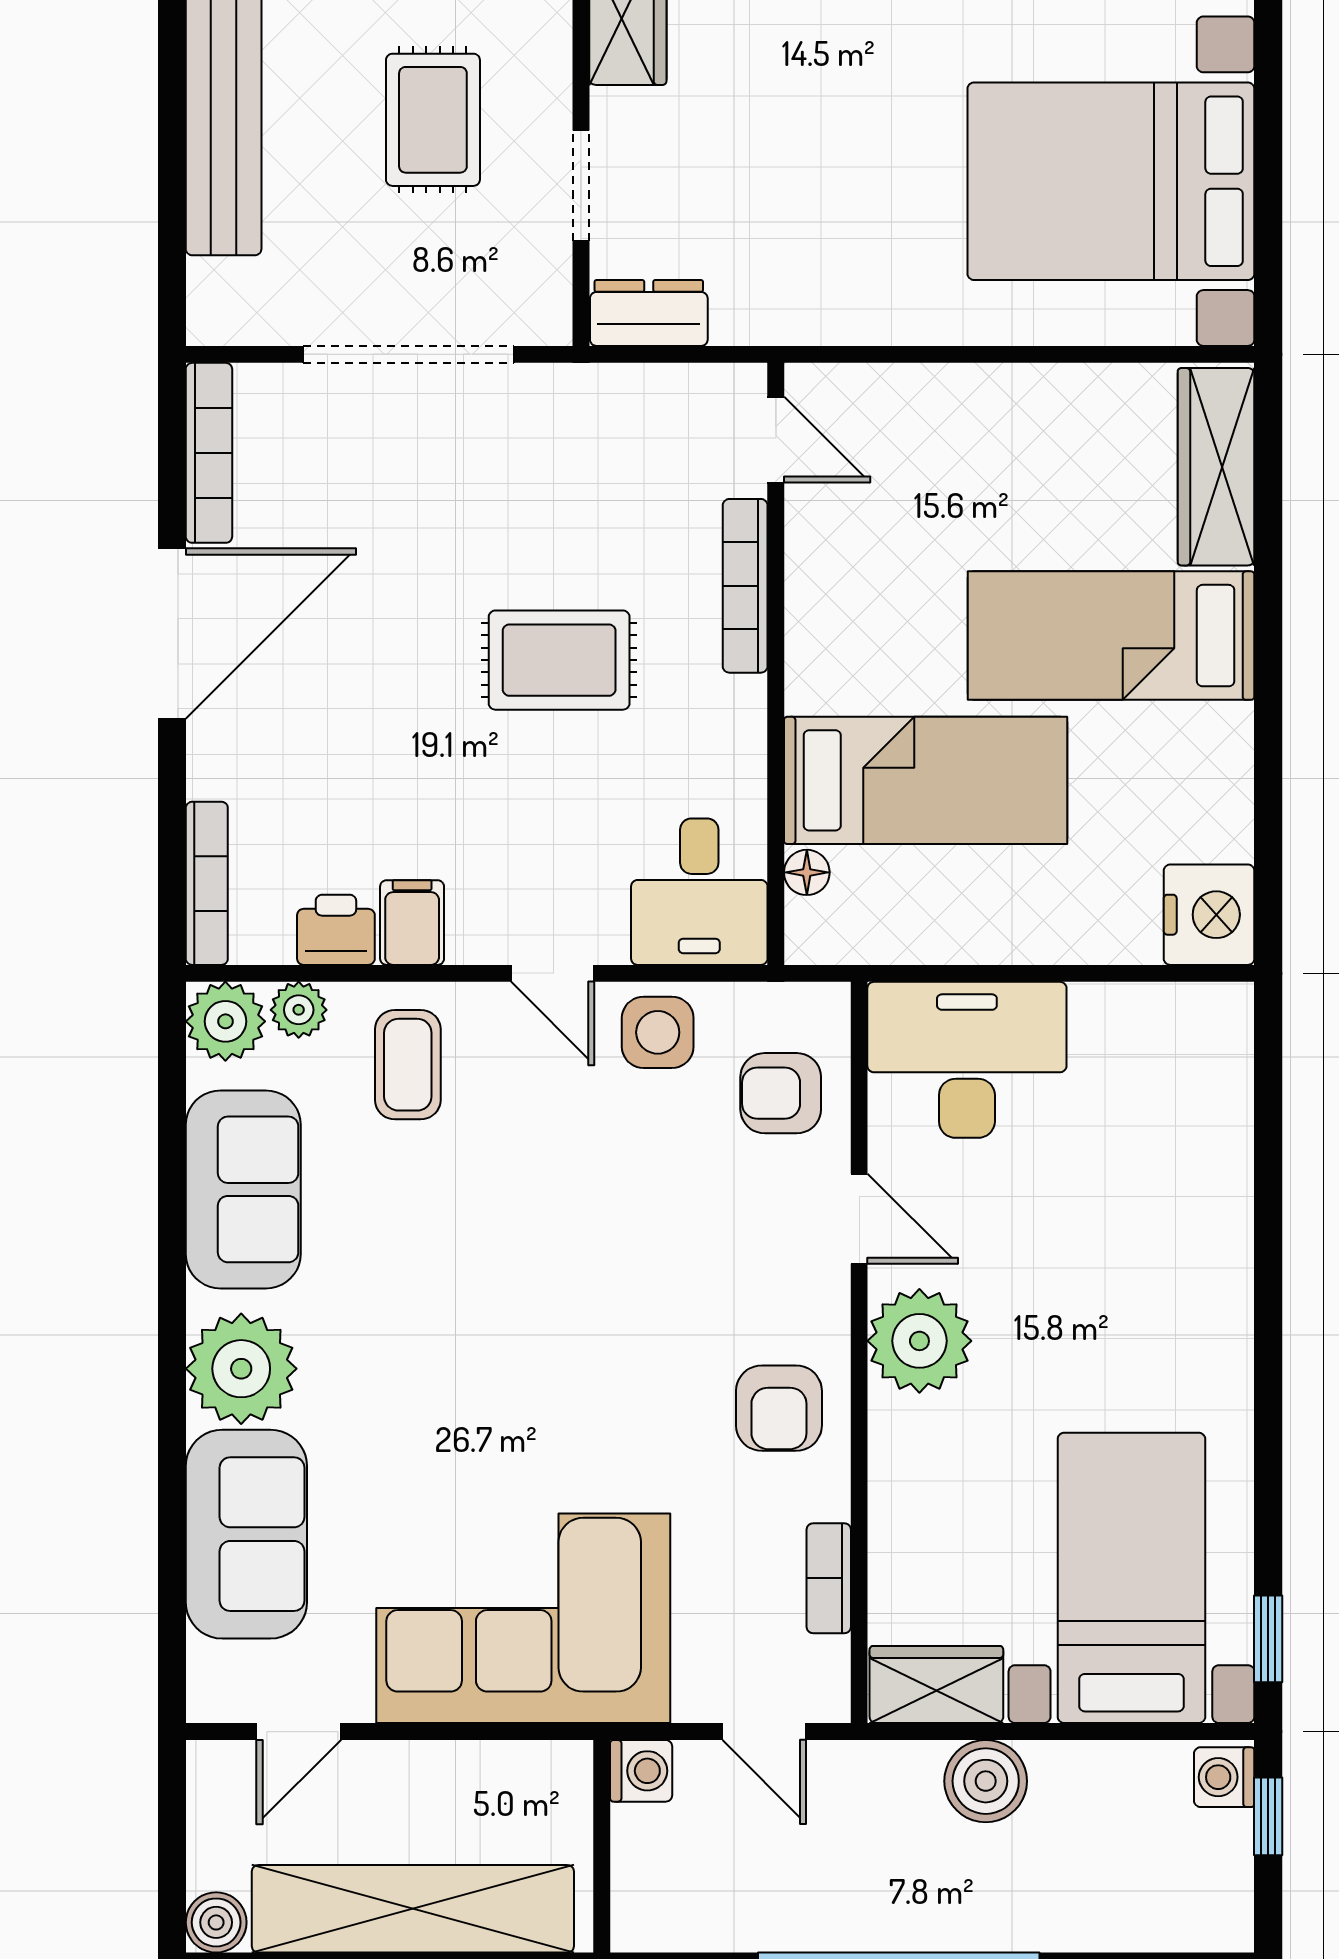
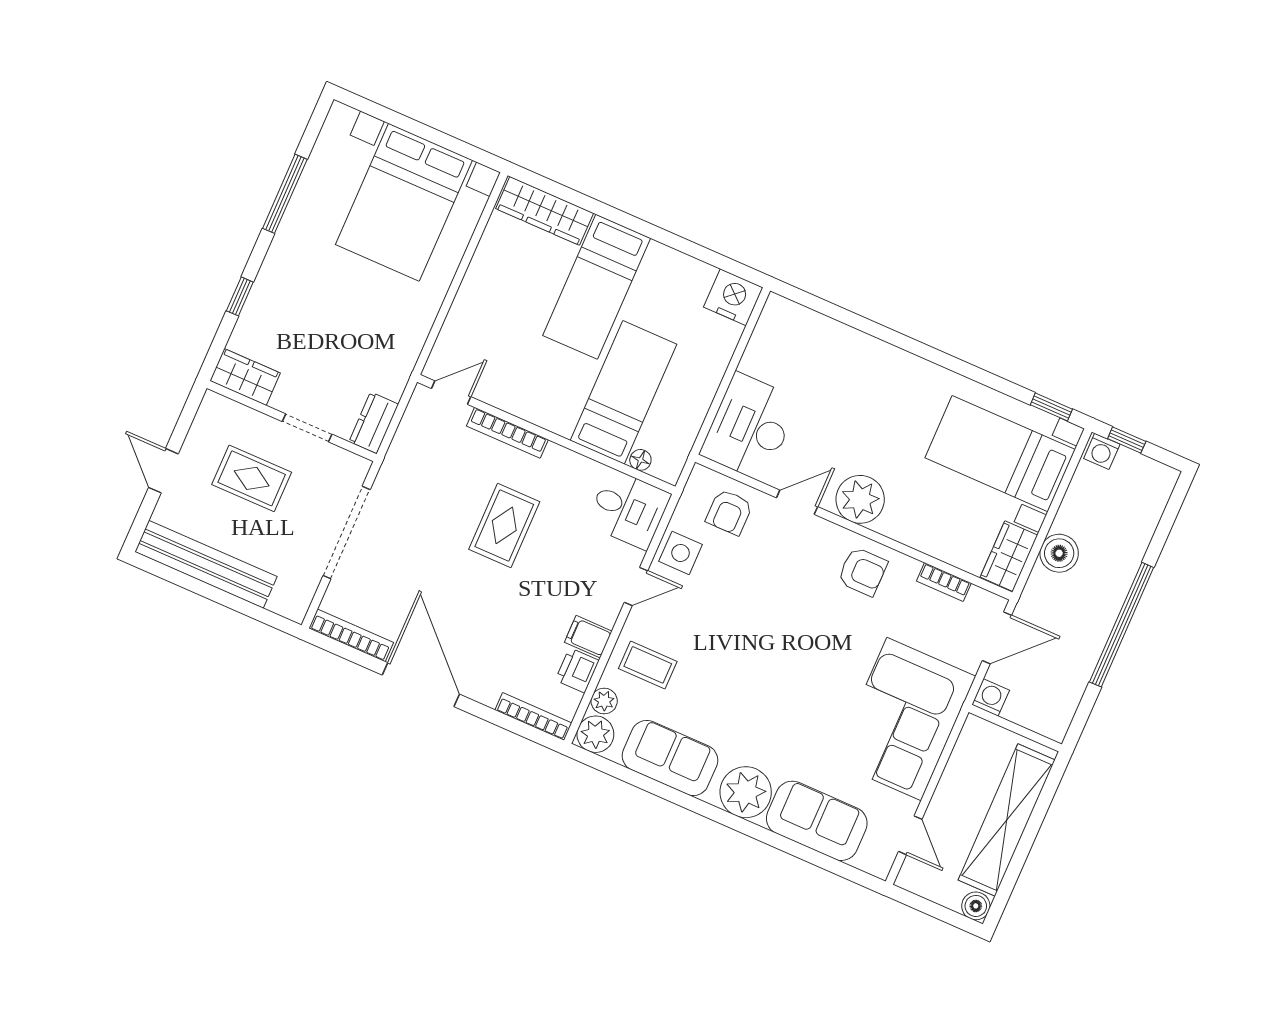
door: (764, 1732) -> (997, 638), width x1.38

